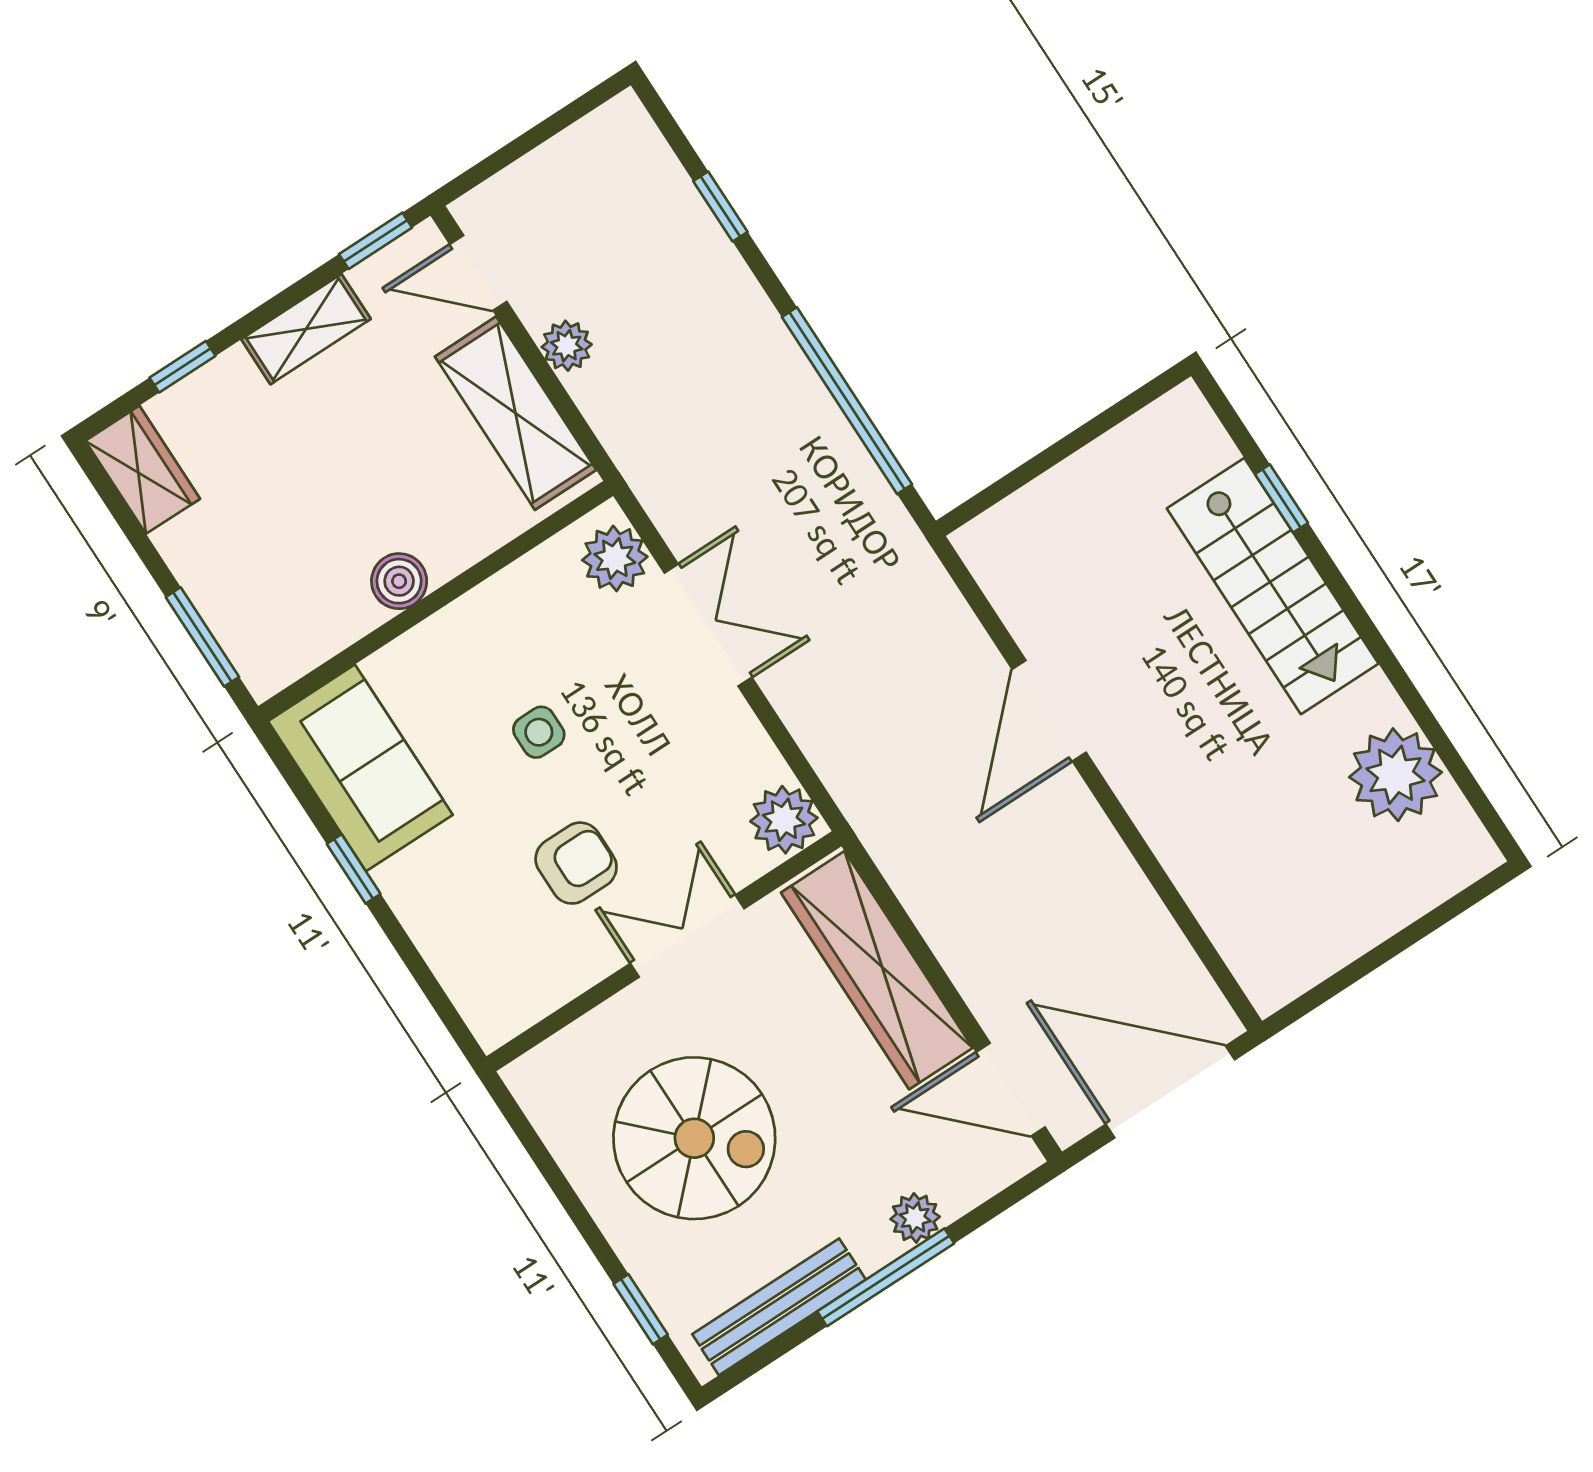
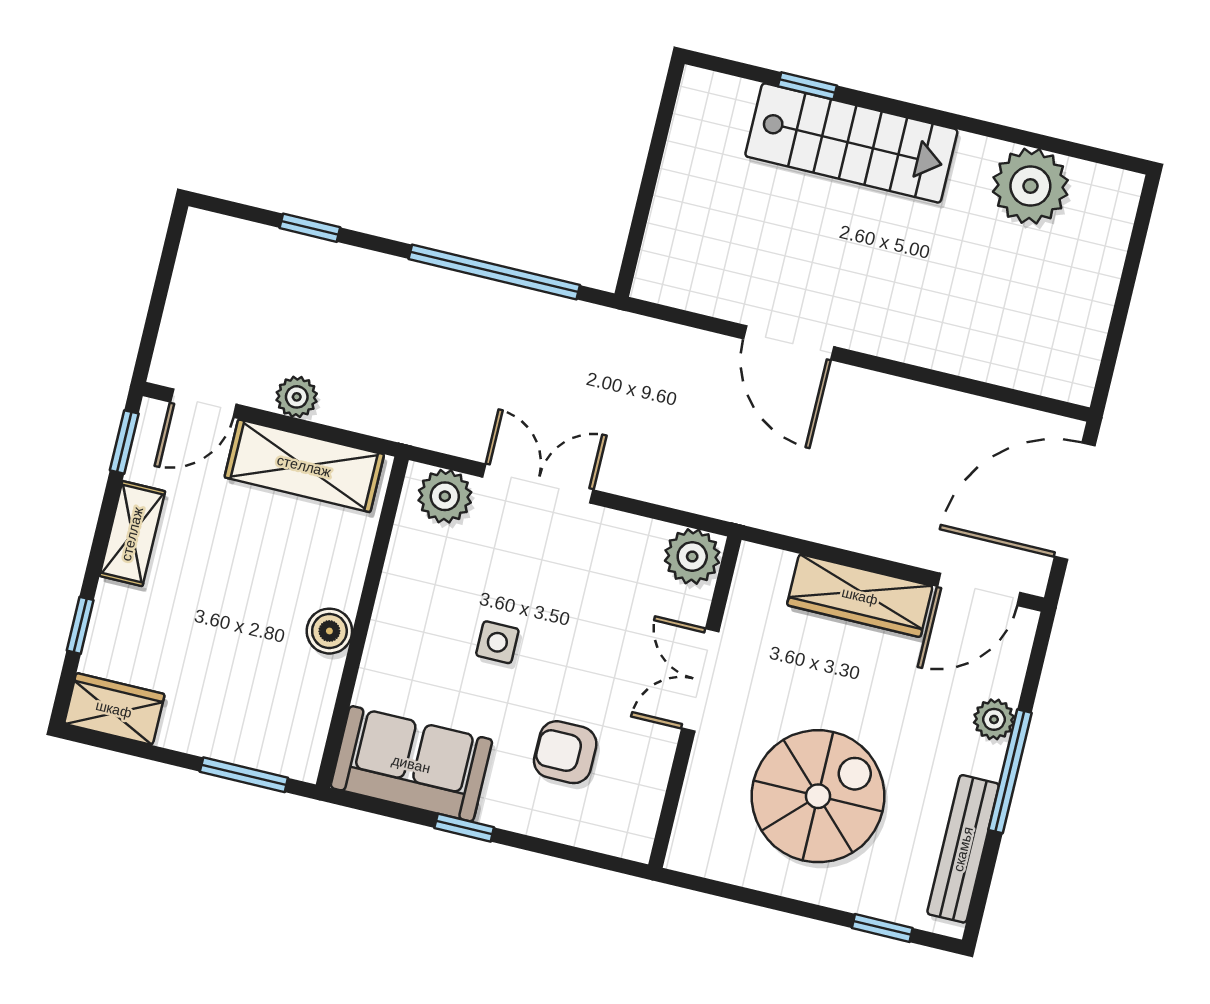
armchair: (576, 863) -> (565, 752), moved, turned -90
wardrobe: (877, 970) -> (860, 596), width x0.71, depth x0.85

